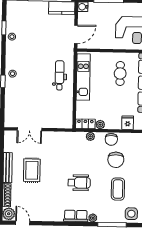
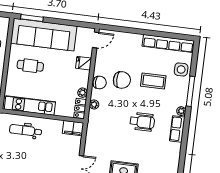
filing cabinet: (66, 119) -> (73, 128), added
wheelchair: (79, 183) -> (142, 122), turned 90

